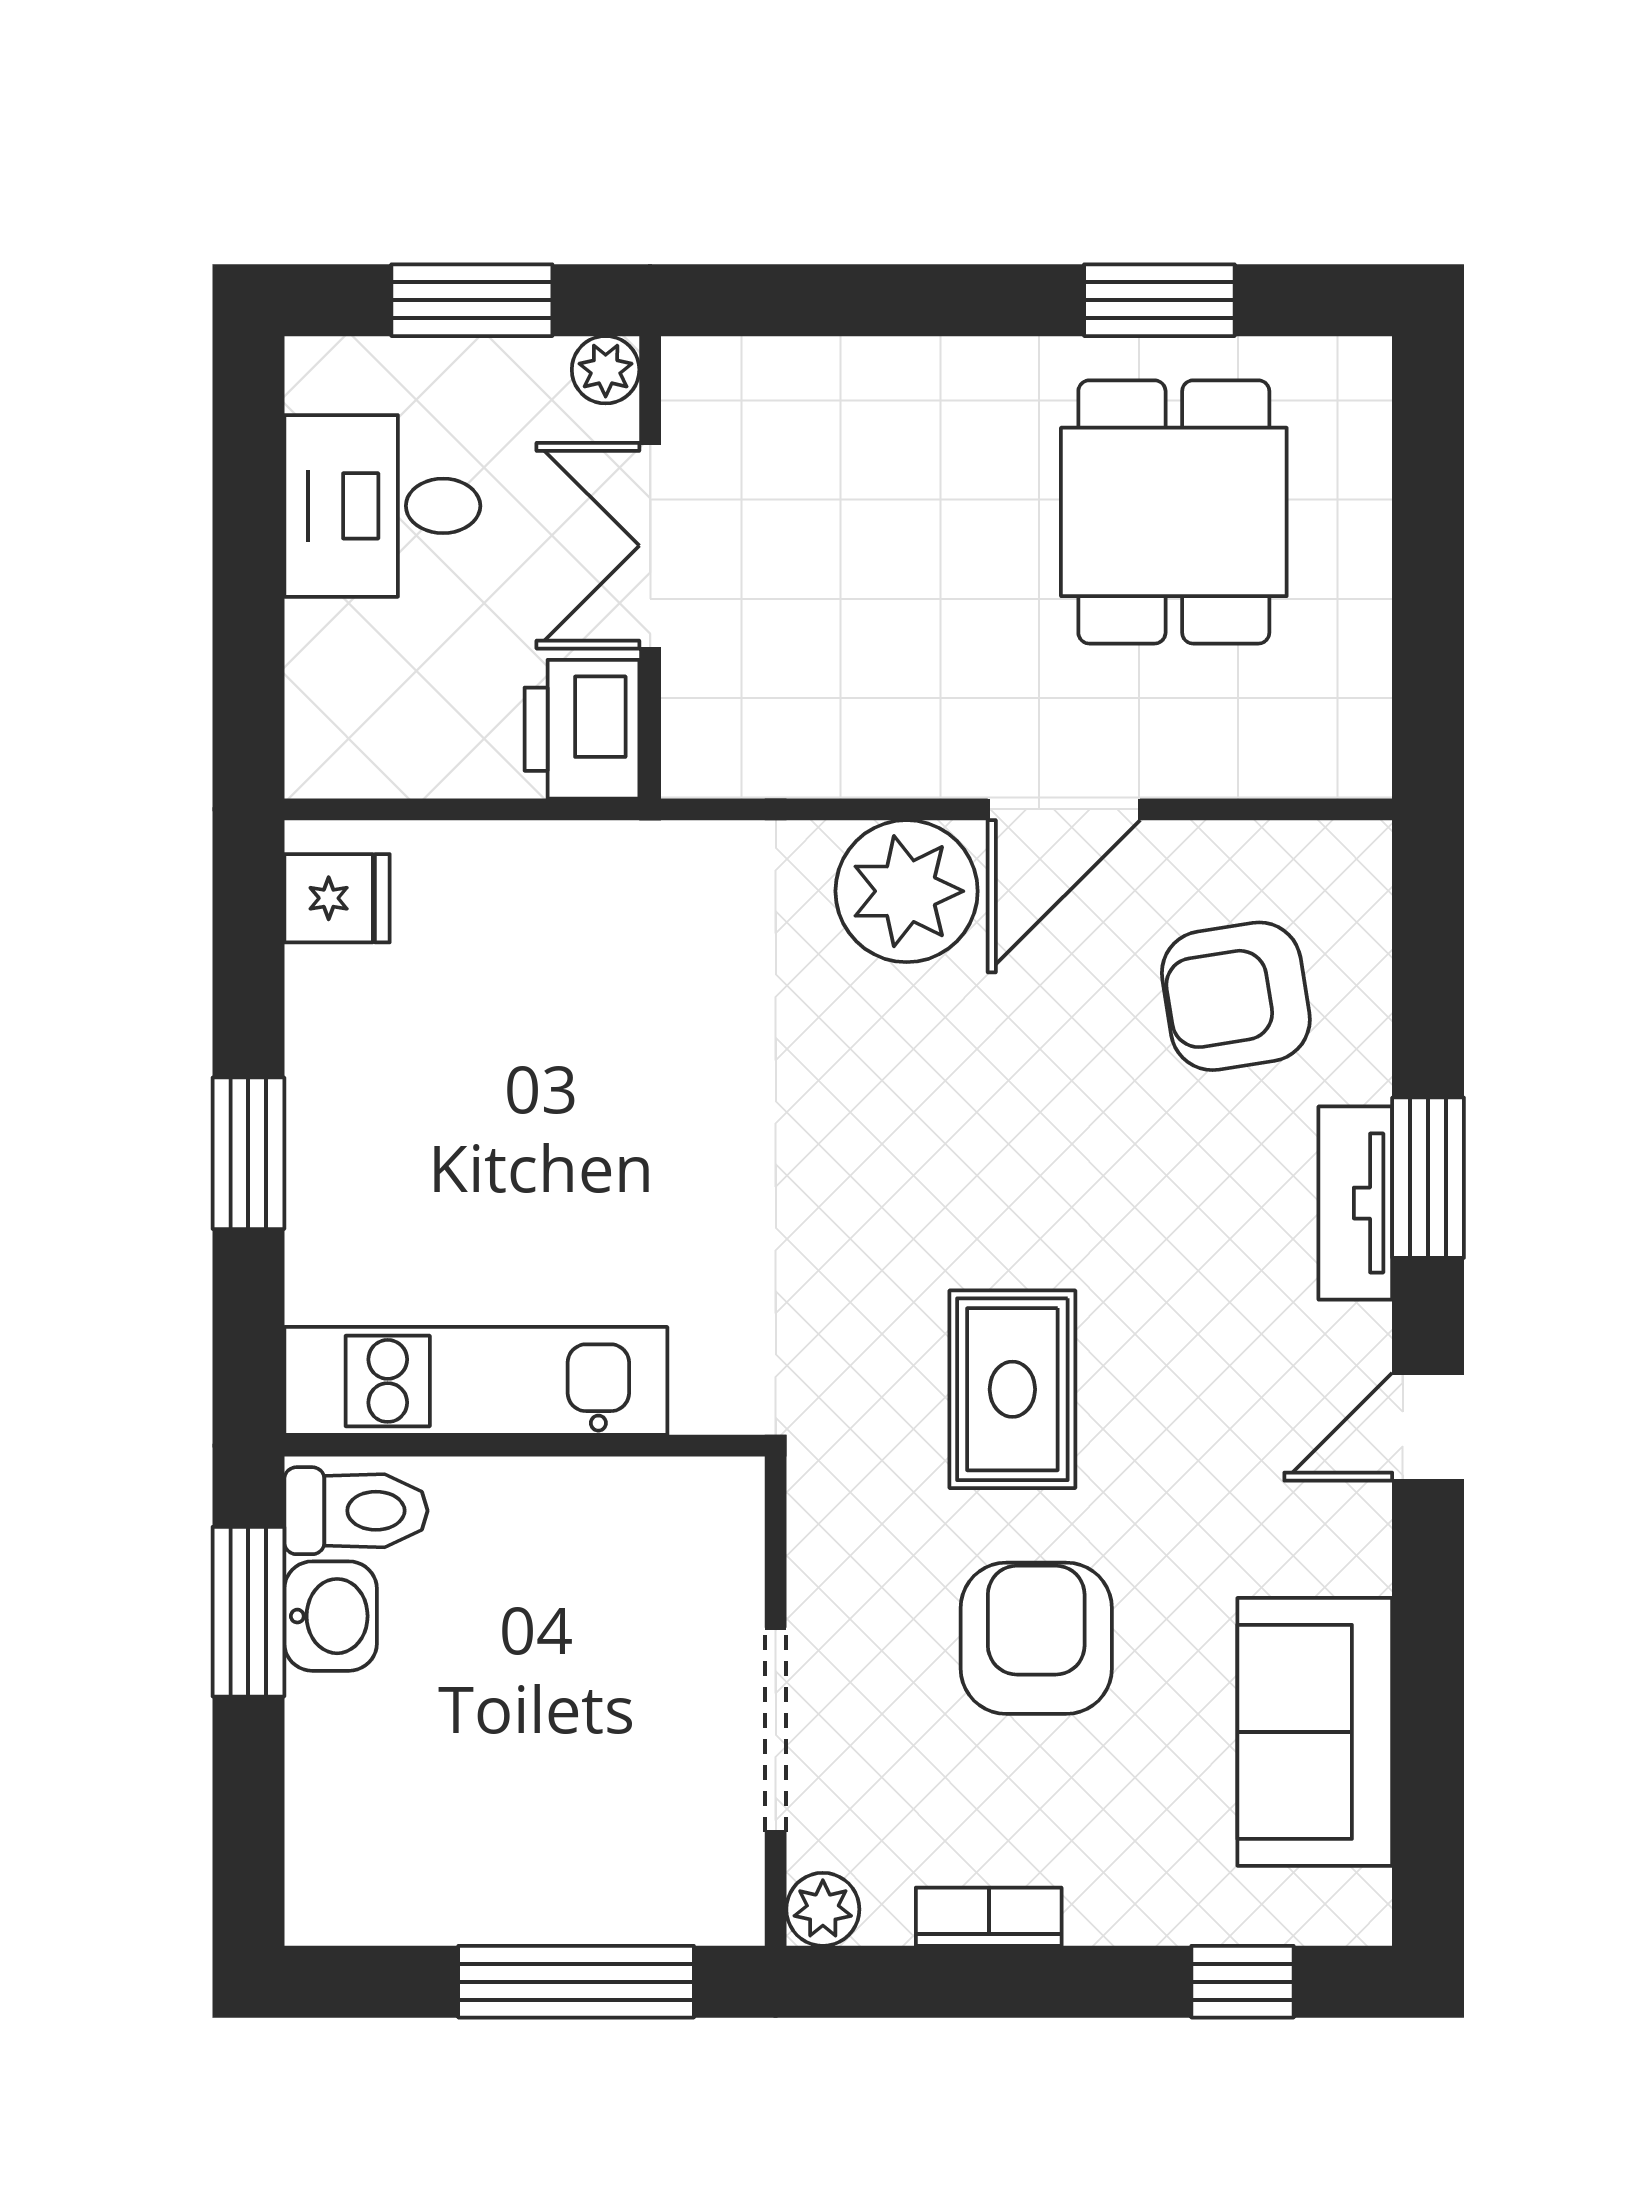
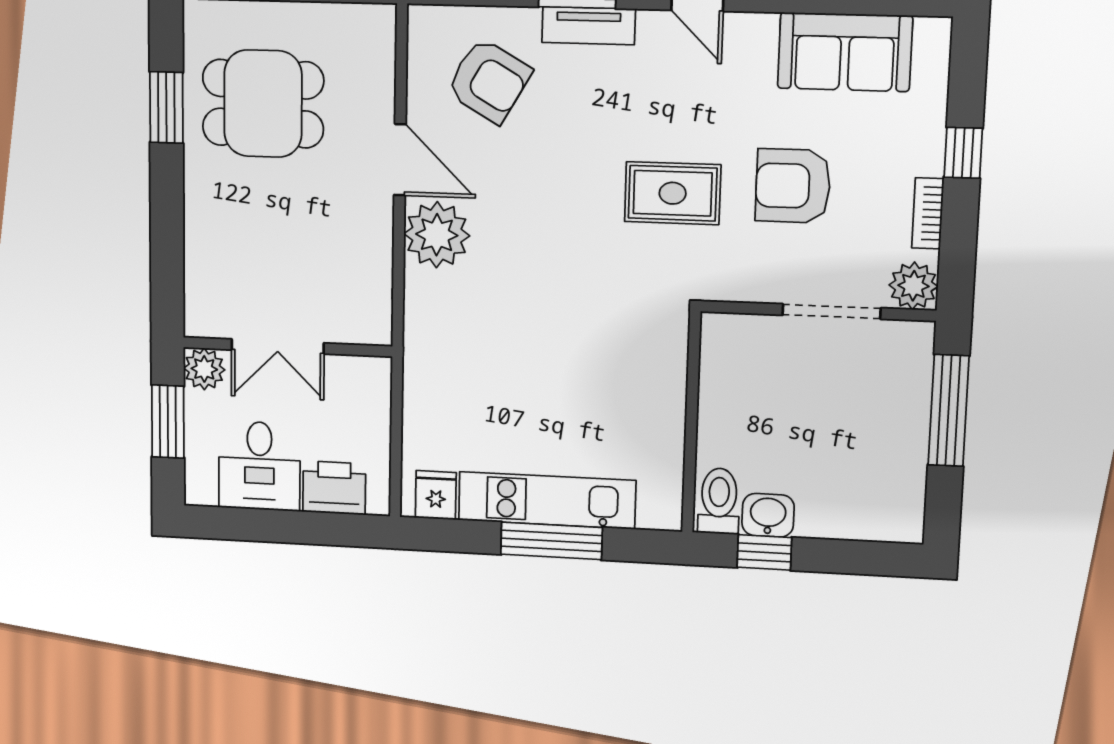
plant: (606, 370) -> (204, 369), width x1.38, depth x1.38
printer: (582, 729) -> (334, 488), moved, turned 180
armchair: (1236, 996) -> (489, 81), turned -51
window: (248, 1153) -> (551, 541), width x1.44
kitchen unit: (476, 1381) -> (547, 500), moved, turned 90
window: (248, 1612) -> (764, 552), width x0.67
plant: (823, 1909) -> (913, 286), width x1.38, depth x1.38
window: (1242, 1982) -> (963, 153), moved

